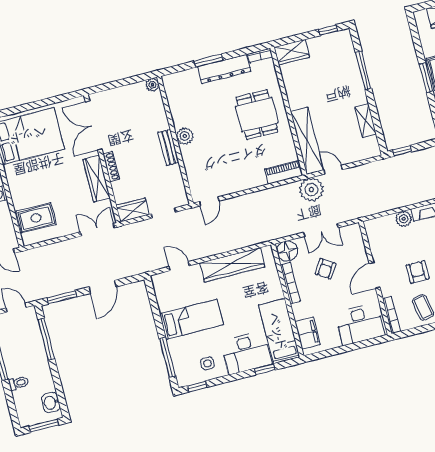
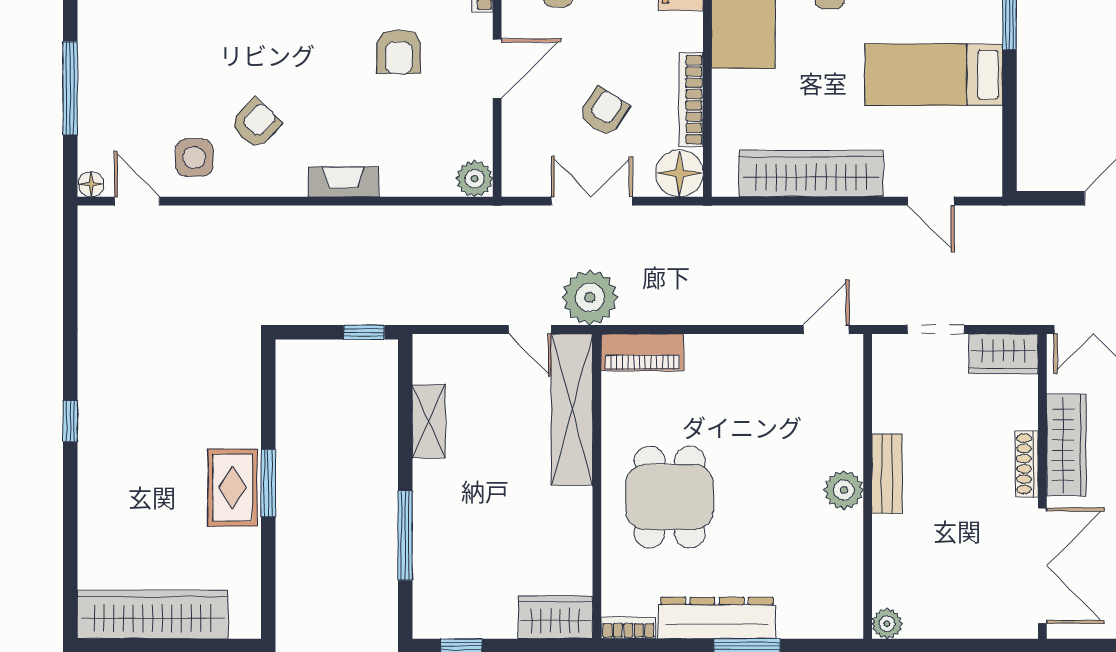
plant: (404, 219) -> (475, 179), moved

